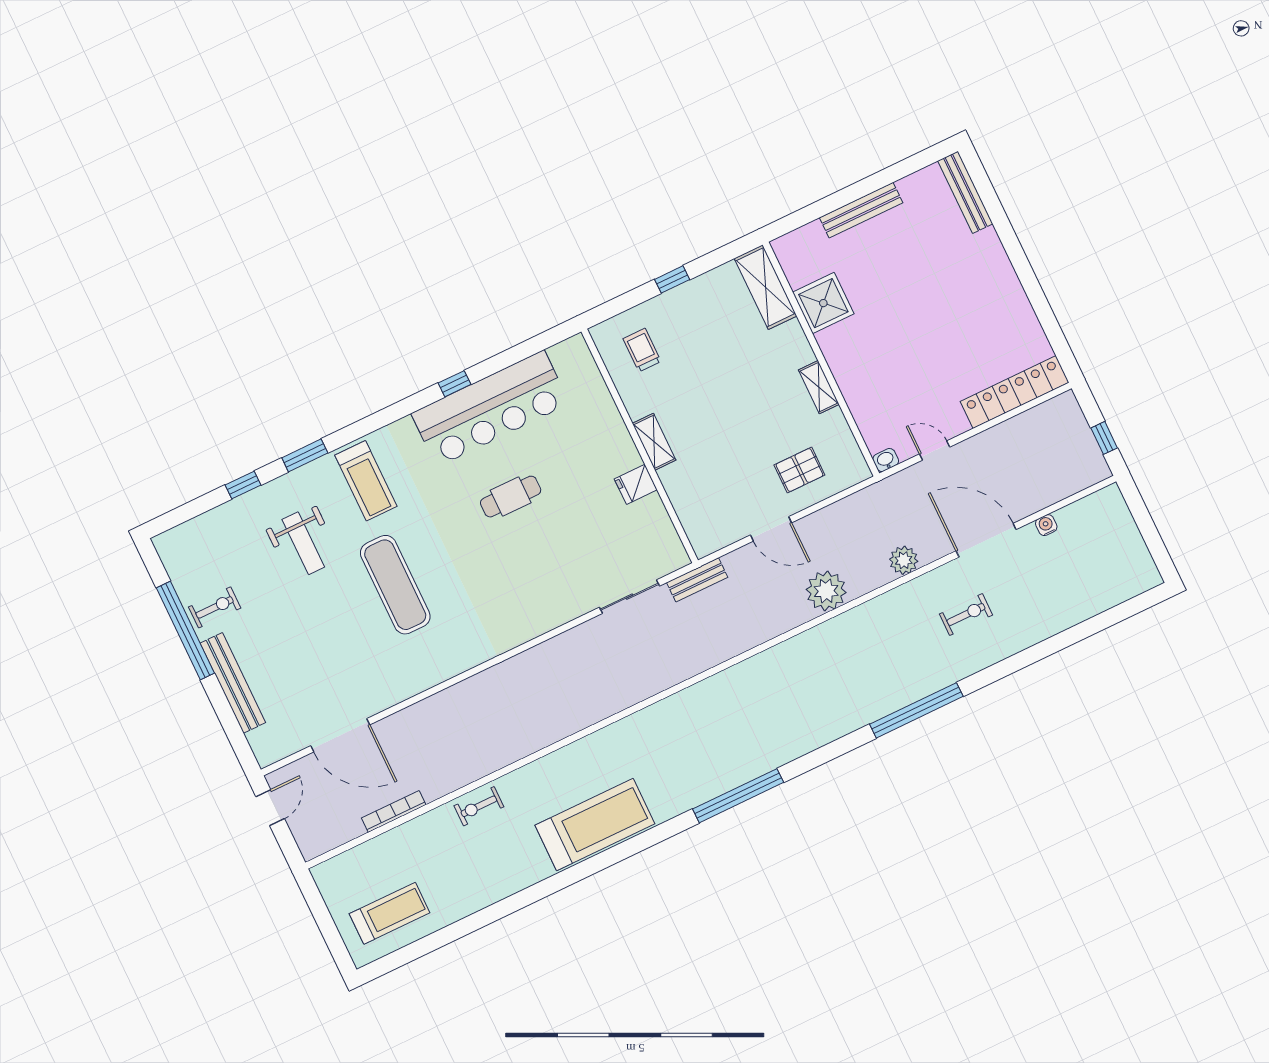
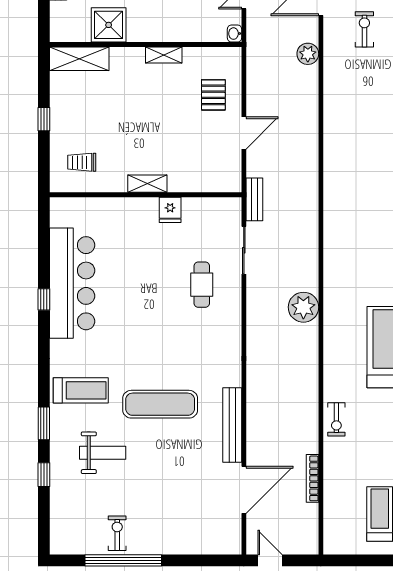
cafe table: (511, 497) -> (202, 285), moved
plant: (826, 591) -> (303, 307), moved
bench: (233, 683) -> (232, 425), moved, turned 90

